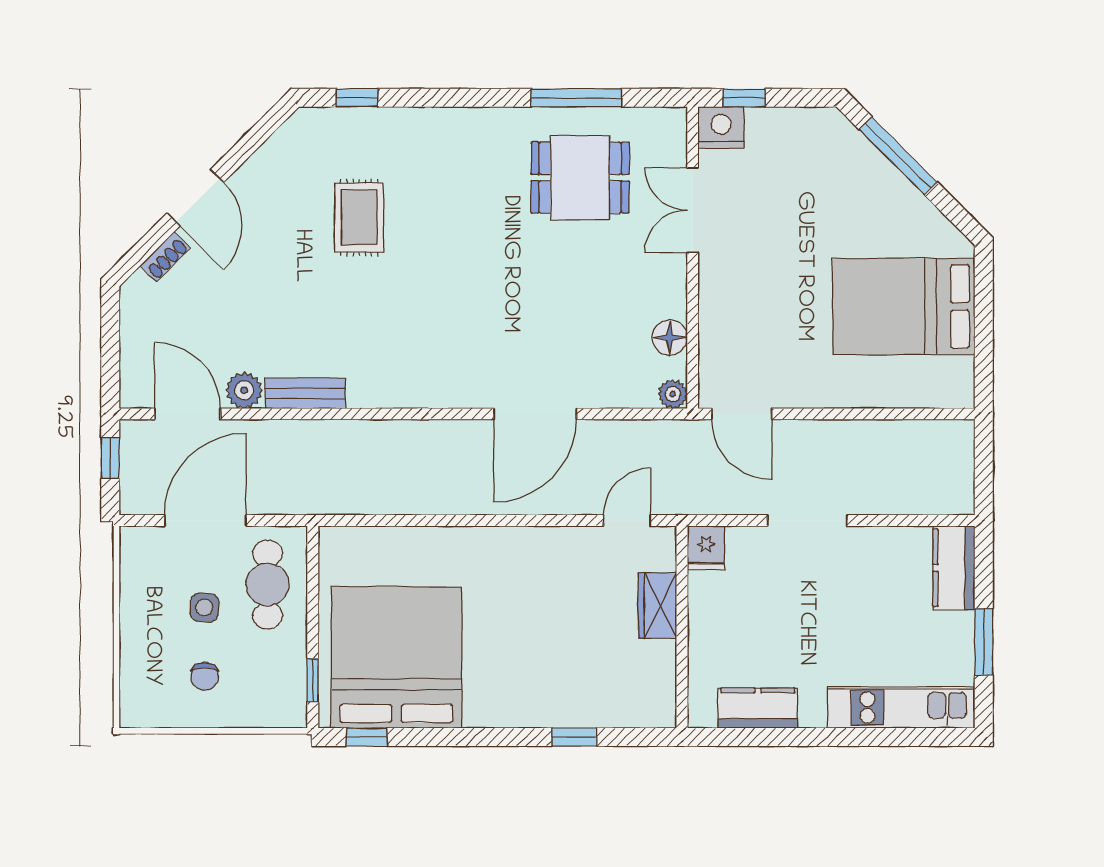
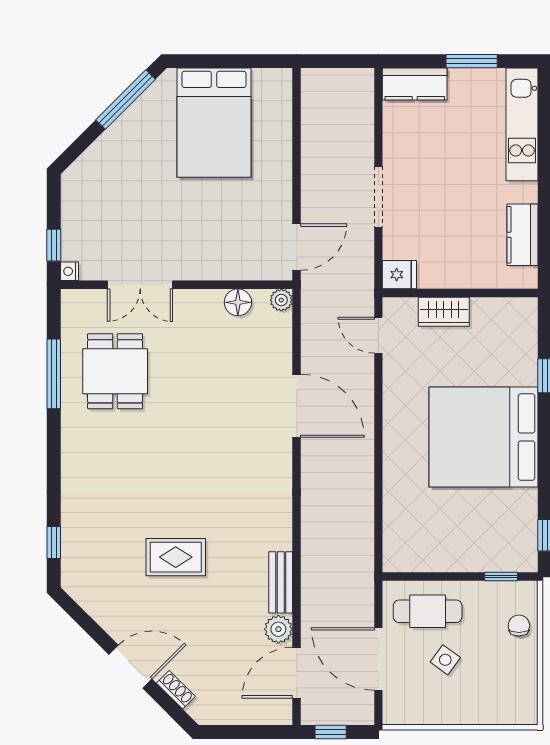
nightstand: (721, 127) -> (69, 271), width x0.53, depth x0.56
window: (898, 156) -> (126, 100), moved
rug: (359, 217) -> (176, 557), moved
side table: (204, 608) -> (445, 660), turned 31
bed: (396, 657) -> (484, 437), moved
chair: (205, 676) -> (519, 626), moved, turned -90

